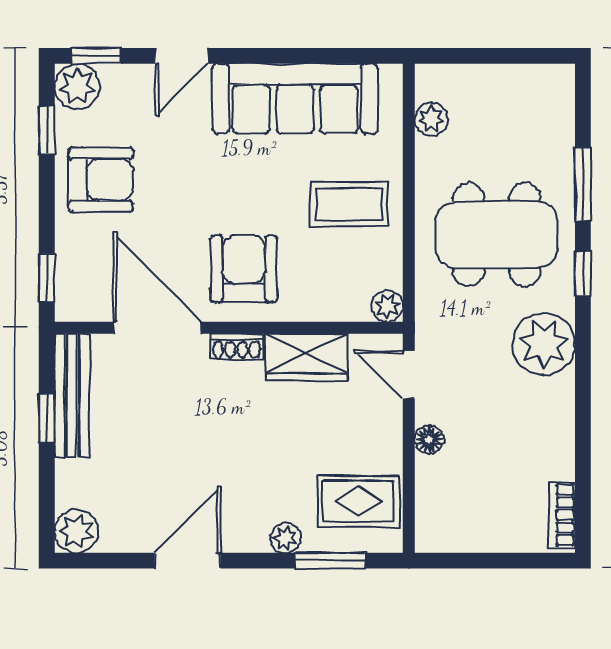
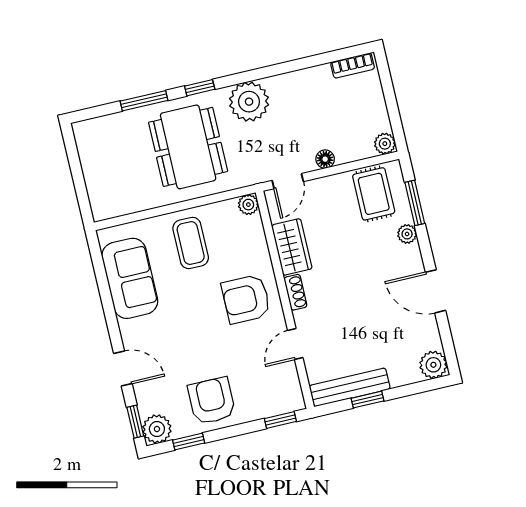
sofa: (295, 99) -> (130, 278), width x0.73
plant: (431, 119) -> (385, 144), moved
door: (158, 328) -> (295, 344), width x0.53

